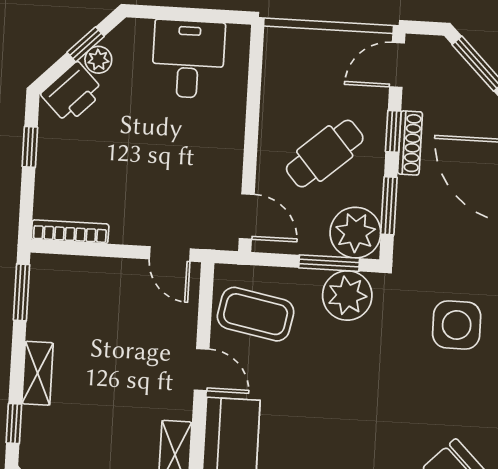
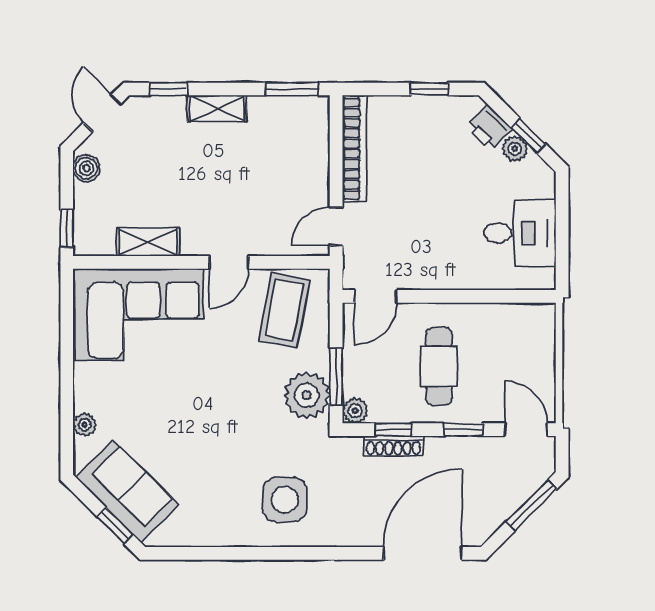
printer: (72, 93) -> (489, 128), width x0.73, depth x0.81
shoe rack: (410, 143) -> (393, 446), moved
cafe table: (325, 154) -> (439, 366), turned 41
window: (389, 206) -> (393, 430), width x0.67
bookcase: (70, 232) -> (354, 149), width x1.48, depth x1.31
plant: (355, 233) -> (355, 411), width x0.53, depth x0.53

